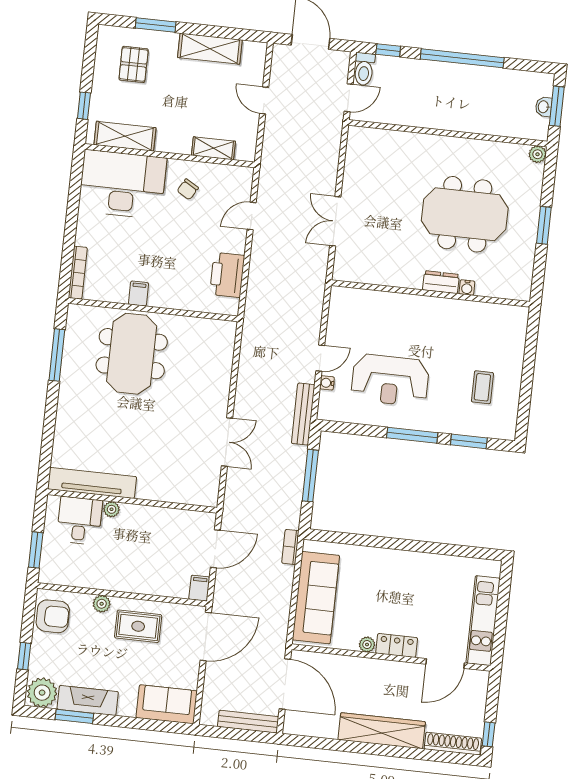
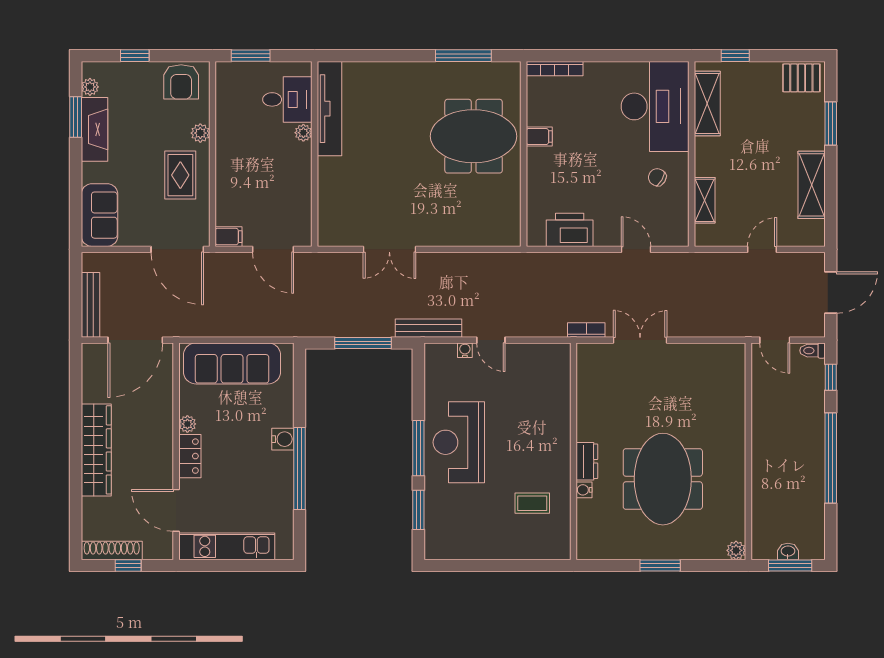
pallet: (134, 64) -> (801, 78), moved
toilet: (364, 69) -> (812, 351), width x0.73, depth x0.72
reception desk: (390, 380) -> (459, 442), moved
coffee table: (482, 387) -> (532, 503), moved
window: (419, 546) -> (299, 468), added
bookcase: (290, 547) -> (586, 330), moved
water cooler: (390, 559) -> (283, 439), added
plant: (42, 693) -> (90, 87), width x0.53, depth x0.53
window: (489, 734) -> (128, 566), moved
shoe rack: (453, 744) -> (112, 550), moved, turned -90

